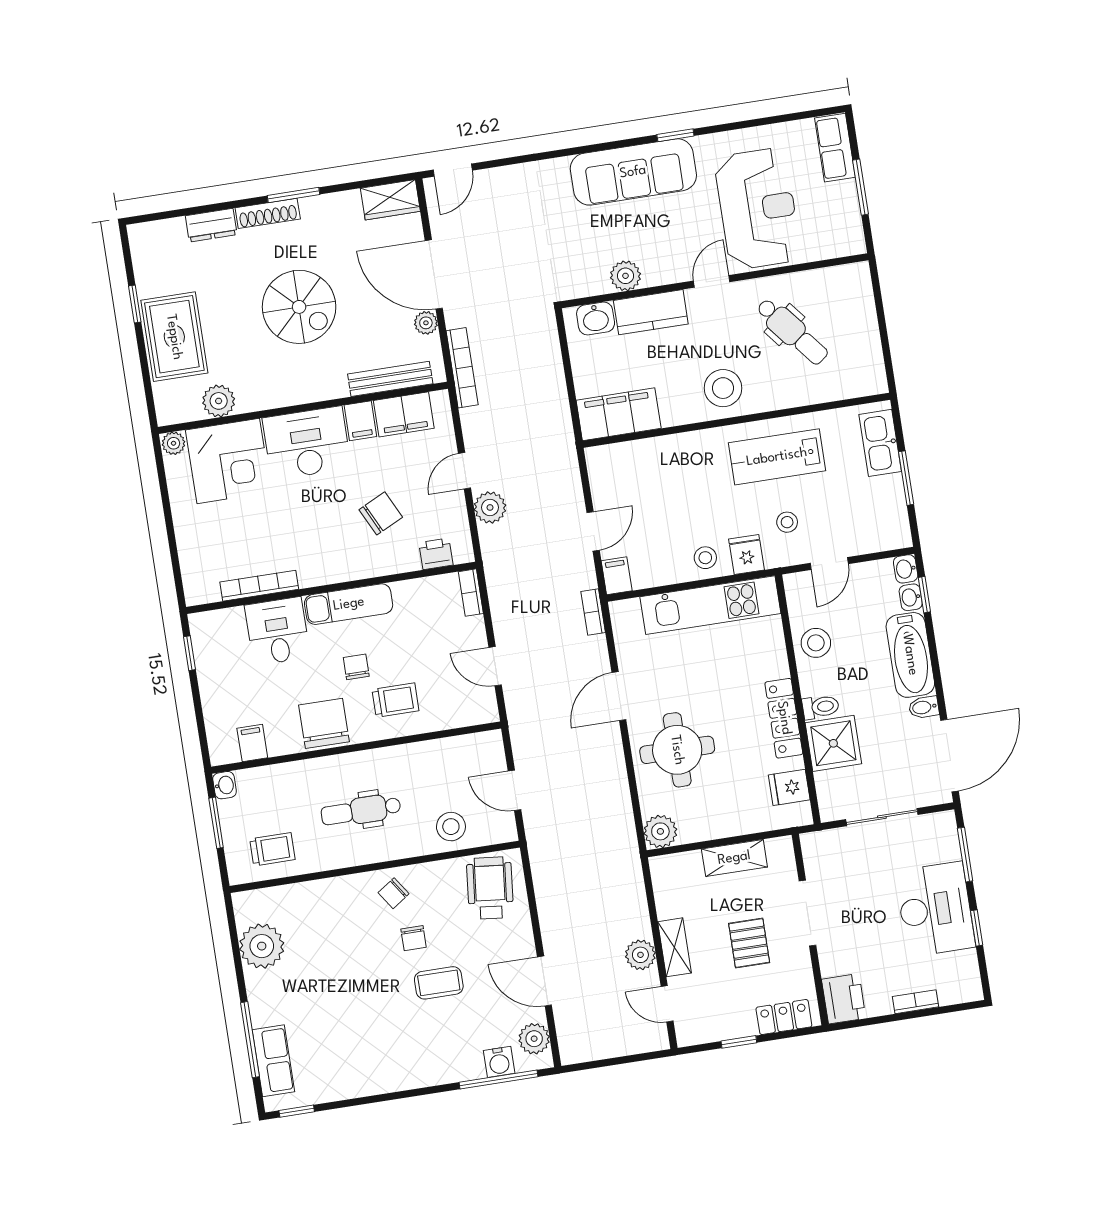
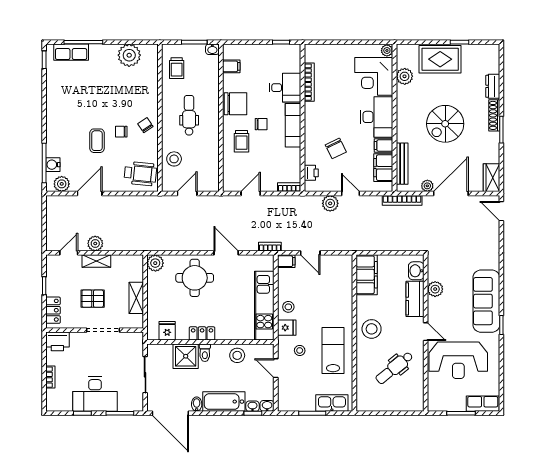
locker: (784, 718) -> (202, 333), width x0.66

